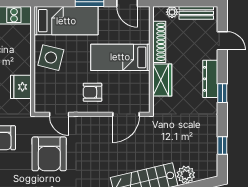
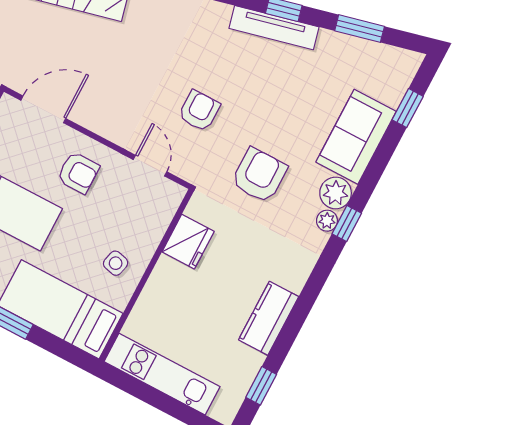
side table: (51, 58) -> (116, 263), width x0.54, depth x0.54
armchair: (49, 154) -> (199, 111), width x0.53, depth x0.53

